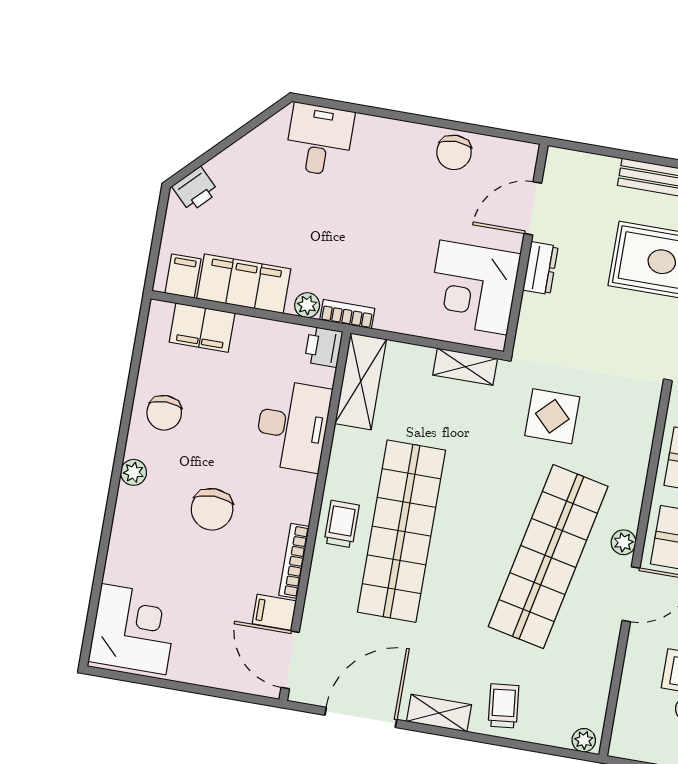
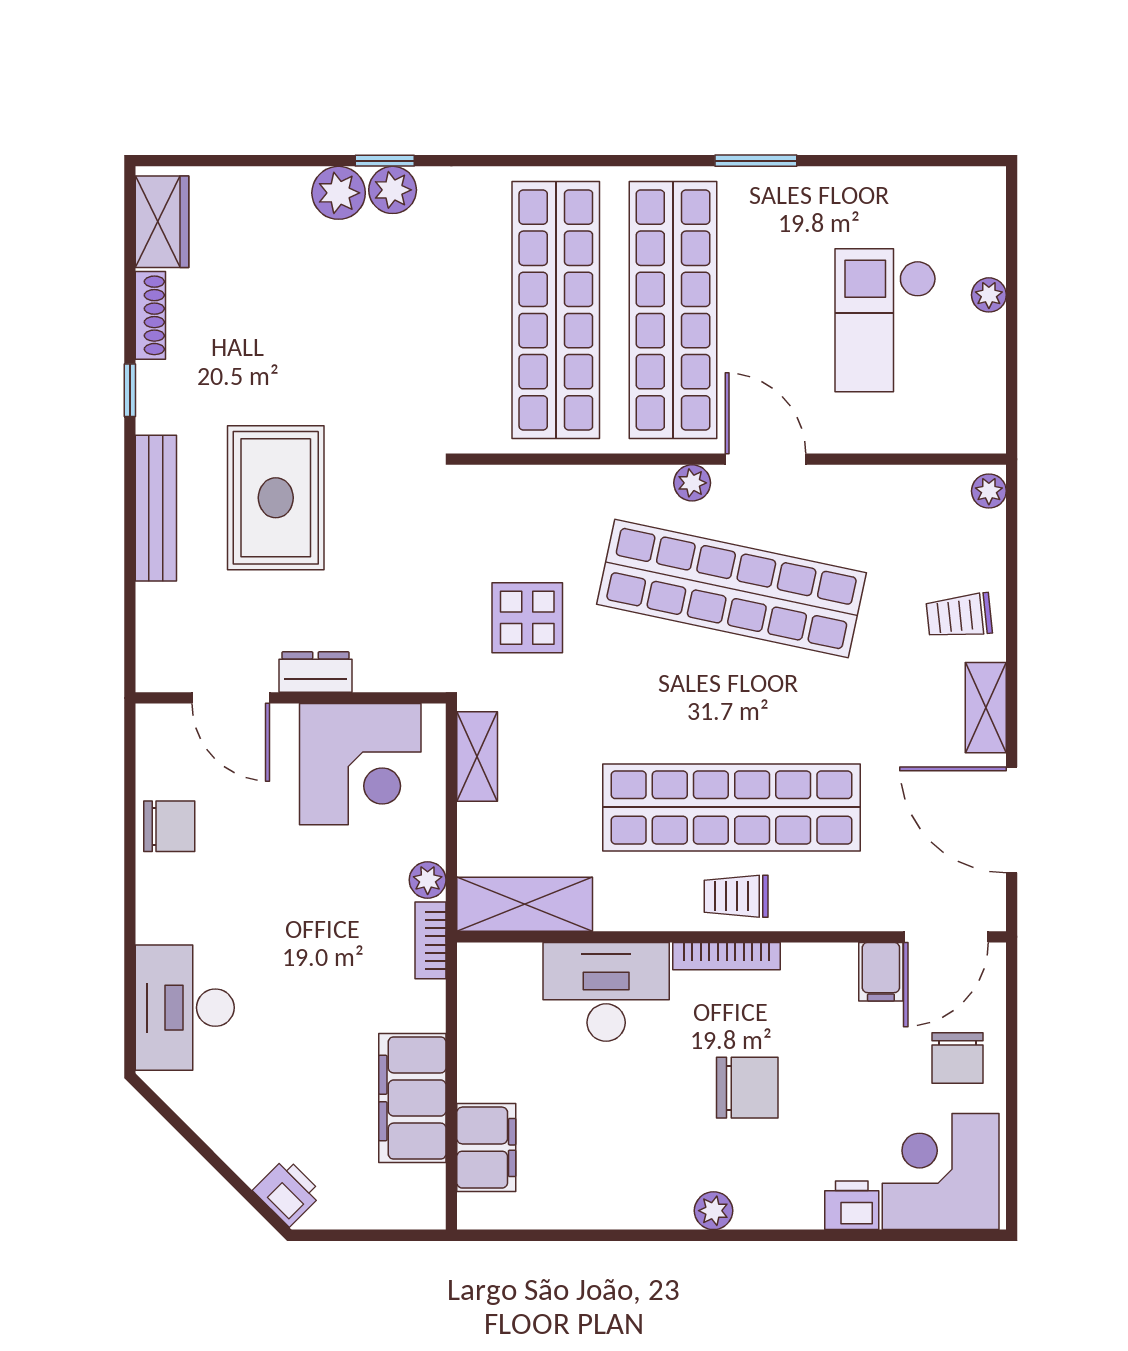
desk: (319, 140) -> (185, 1008), width x1.37
filing cabinet: (183, 276) -> (417, 1188), removed
plant: (307, 305) -> (428, 880), moved
printer: (324, 347) -> (852, 1205), moved, turned 180
chair: (164, 413) -> (957, 1058), moved, turned 90
bookcase: (294, 561) -> (727, 956), moved

